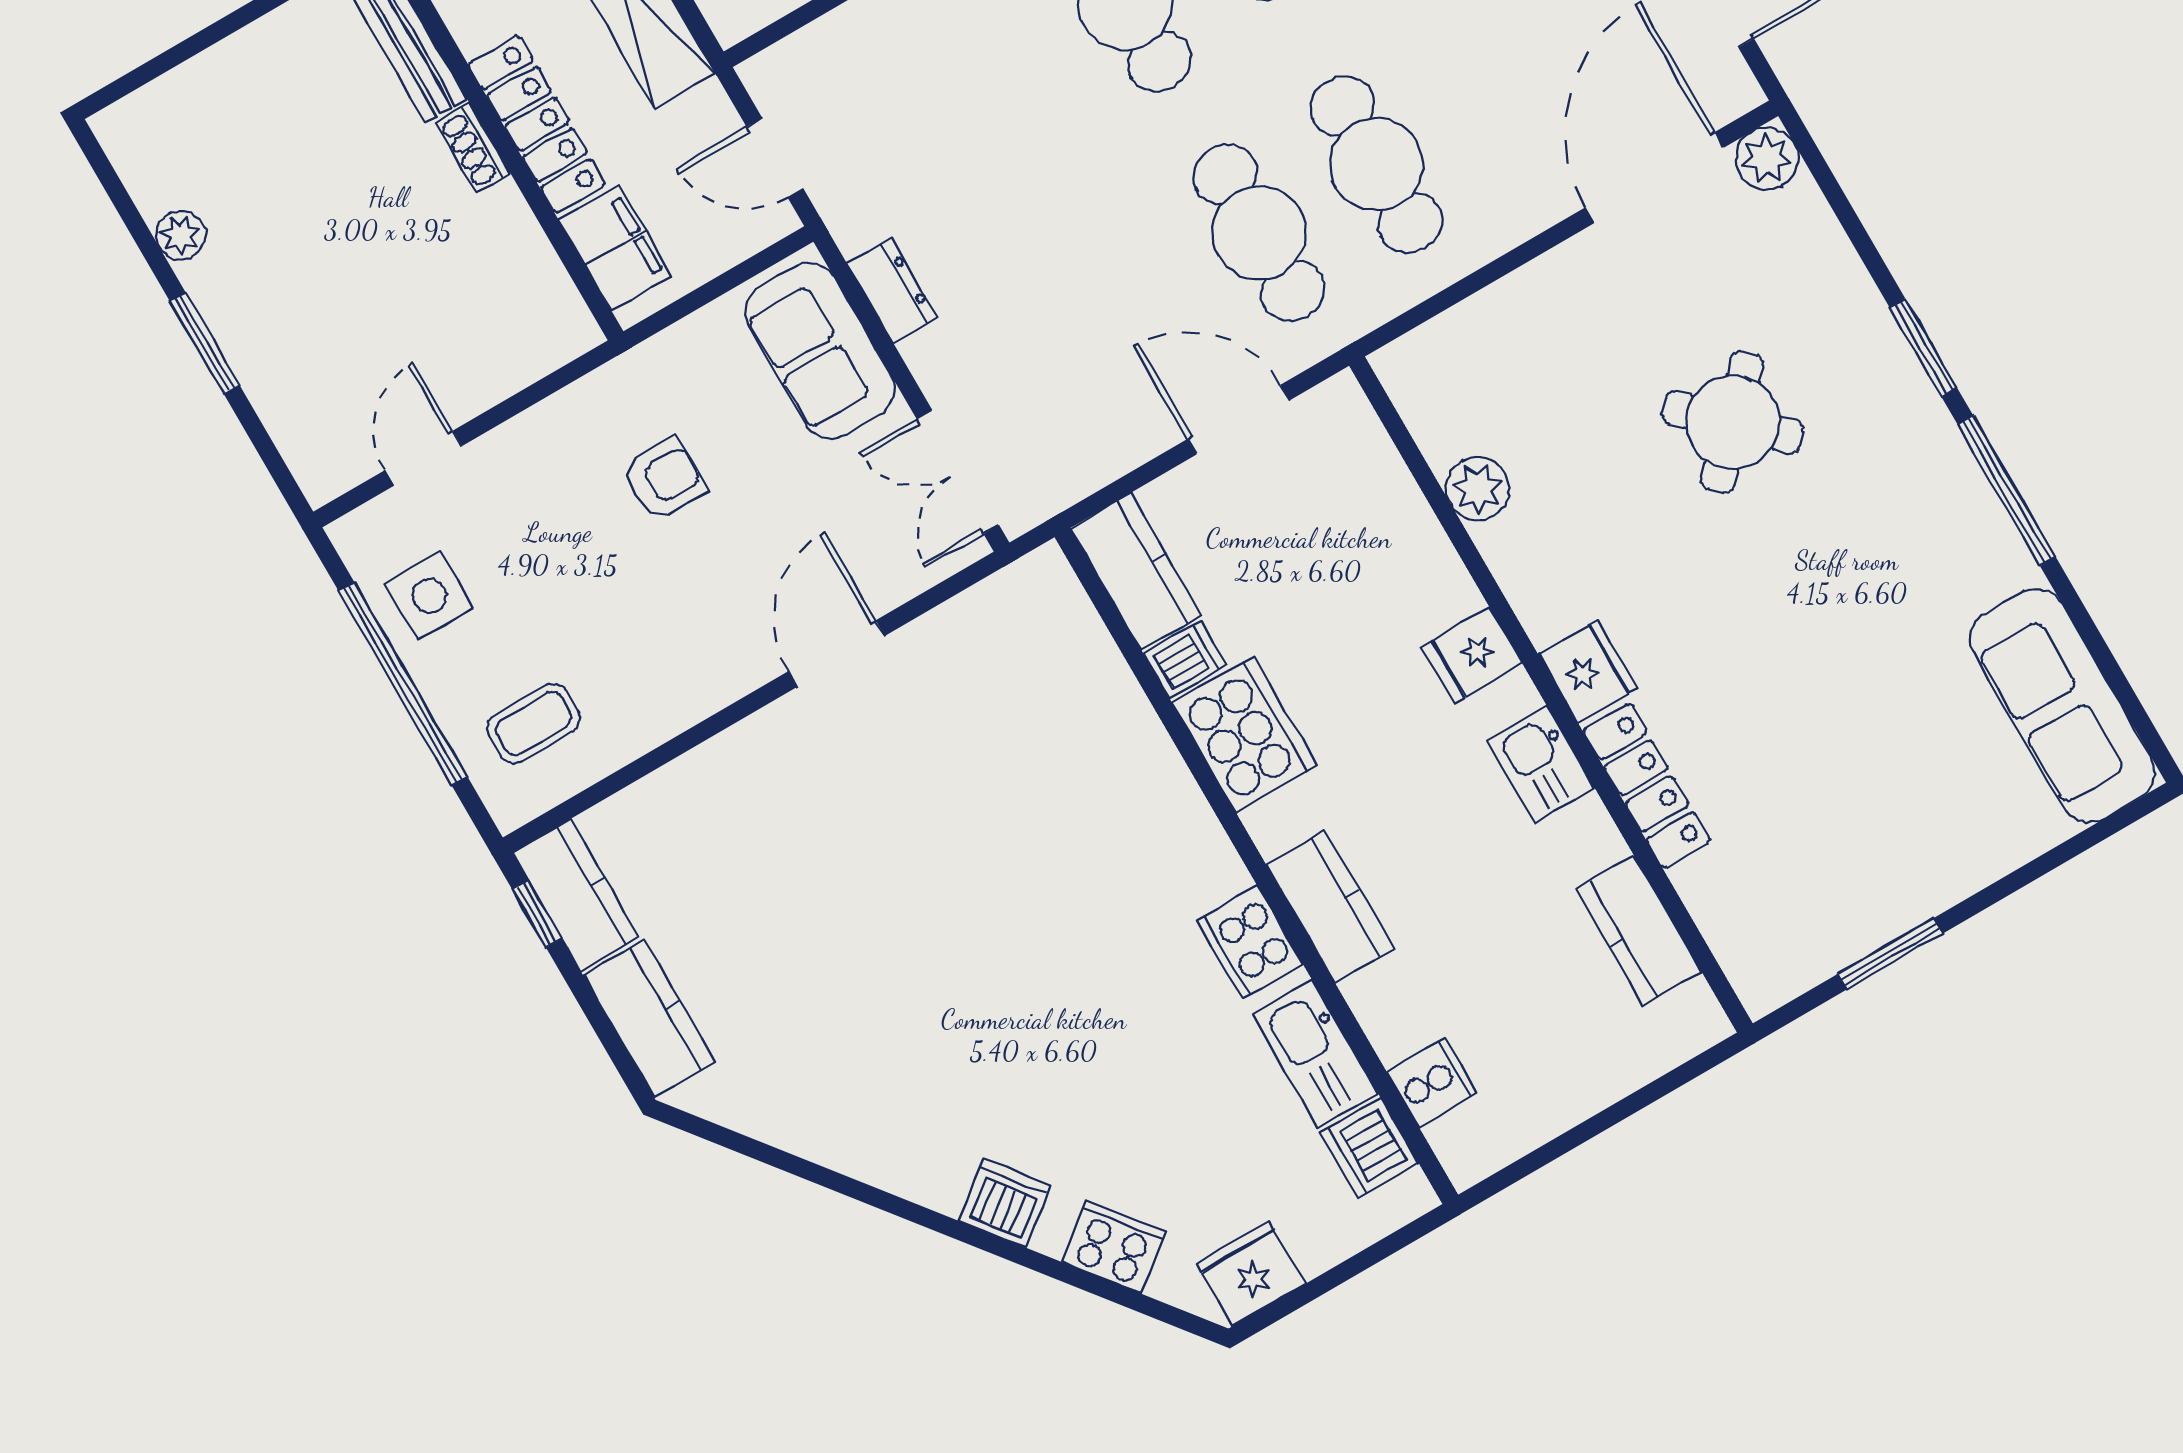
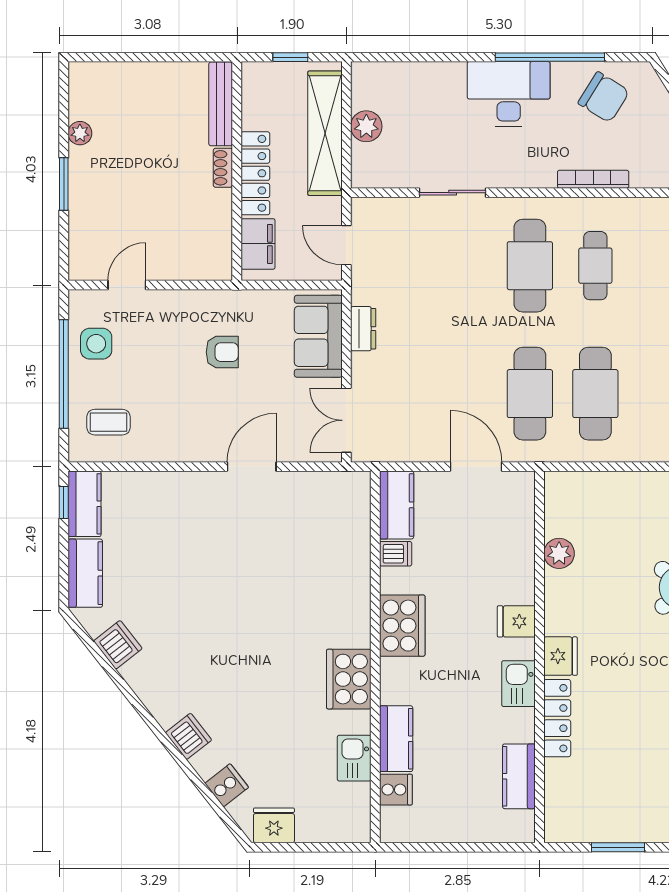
cooker: (1245, 734) -> (402, 626), moved
kitchen counter: (1330, 907) -> (396, 739), moved
cooker: (1250, 942) -> (349, 679), width x1.37, depth x1.31
kitchen sink: (1315, 1054) -> (354, 758), width x0.73
dishwasher: (1369, 1148) -> (118, 645), moved, turned 142
cooker: (1113, 1247) -> (227, 785), width x0.73

